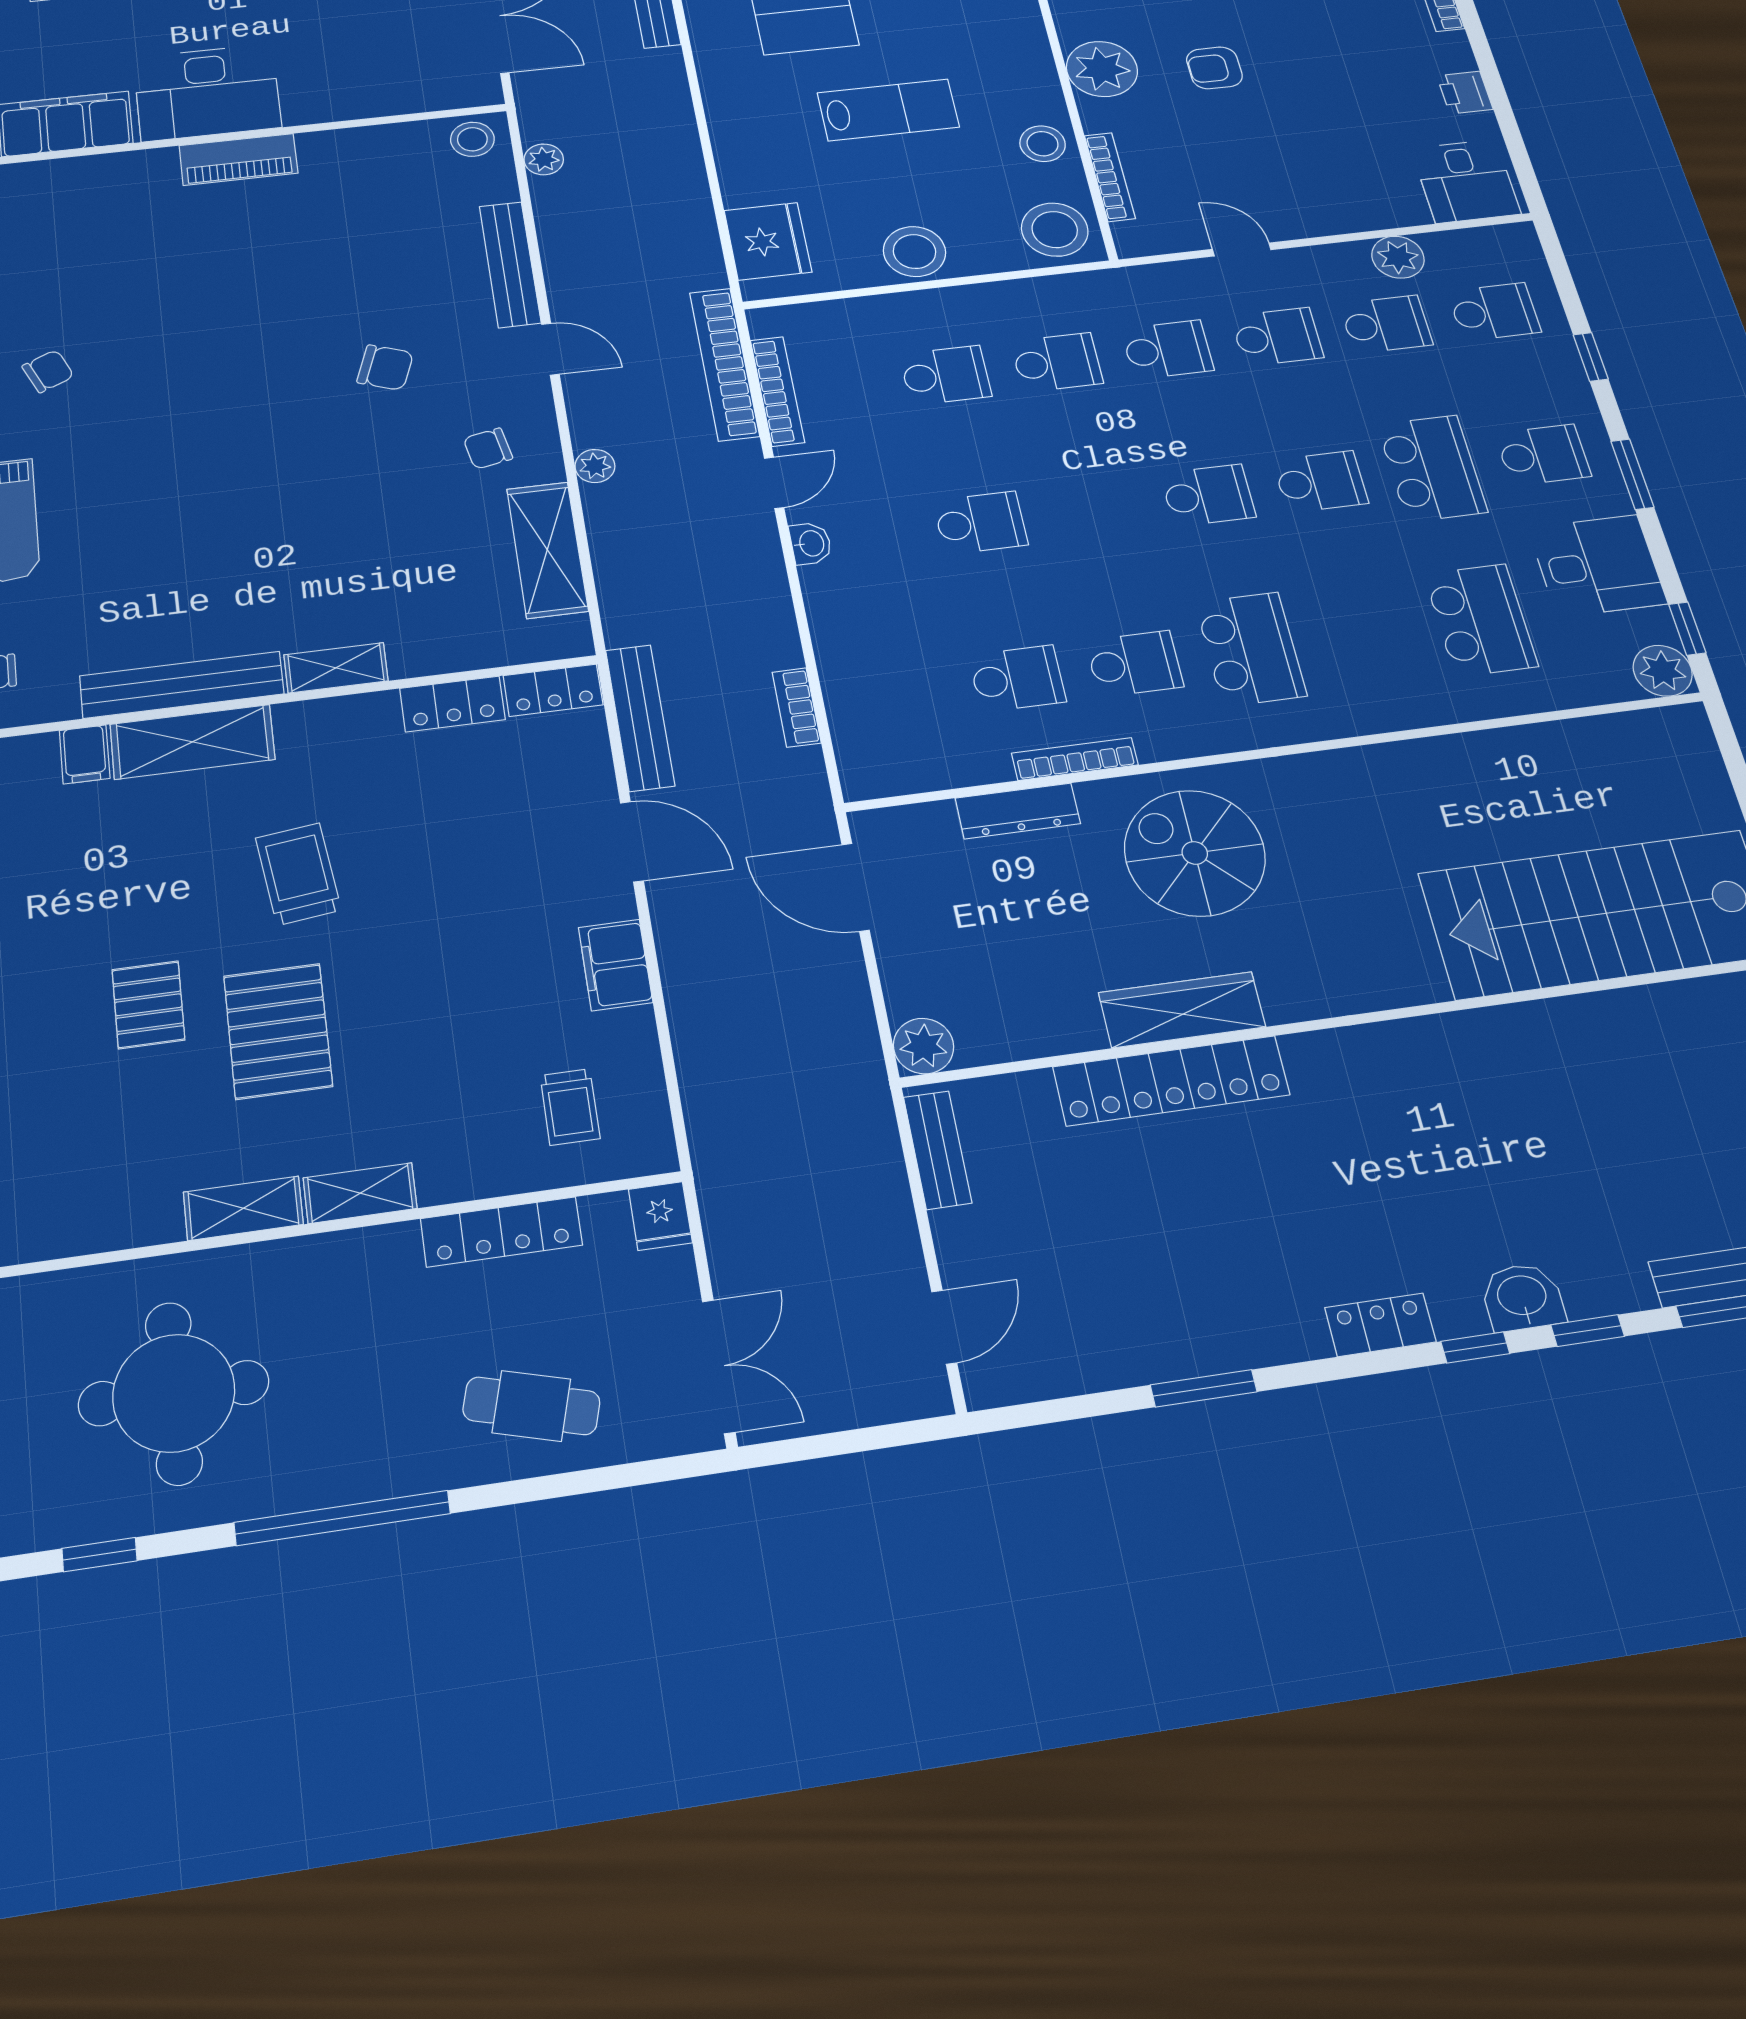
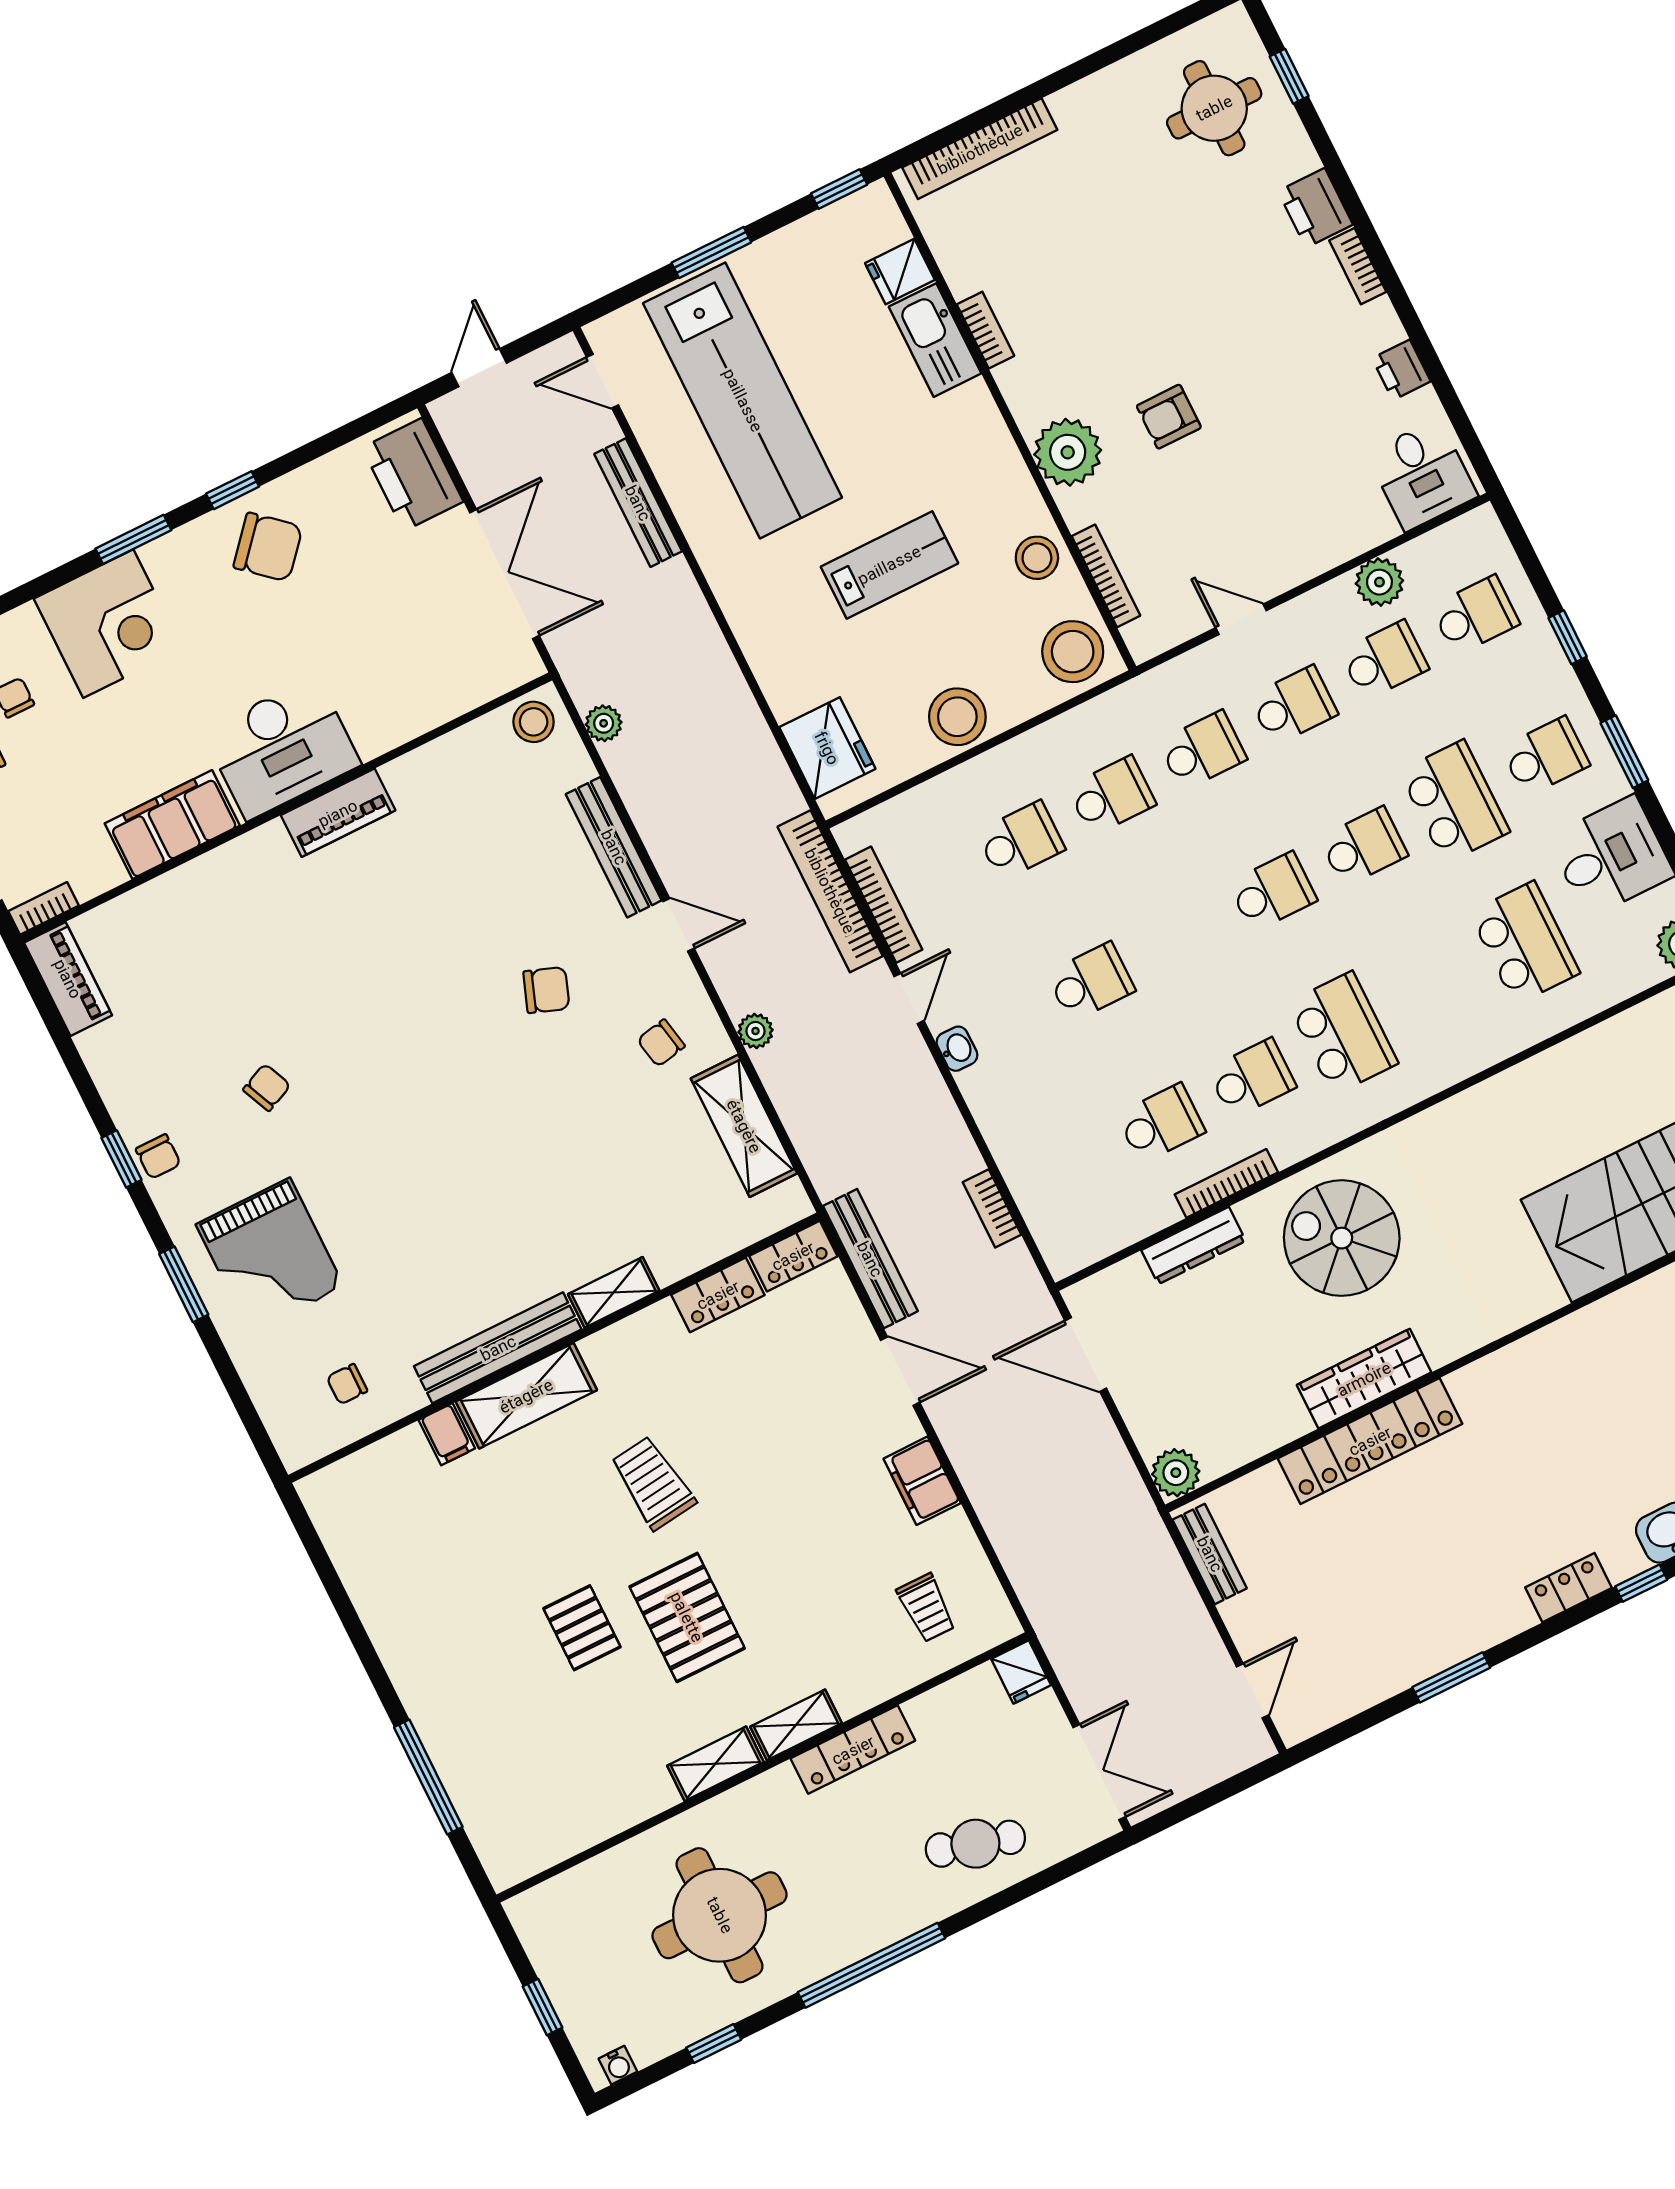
locker: (501, 1232) -> (853, 1750), moved

